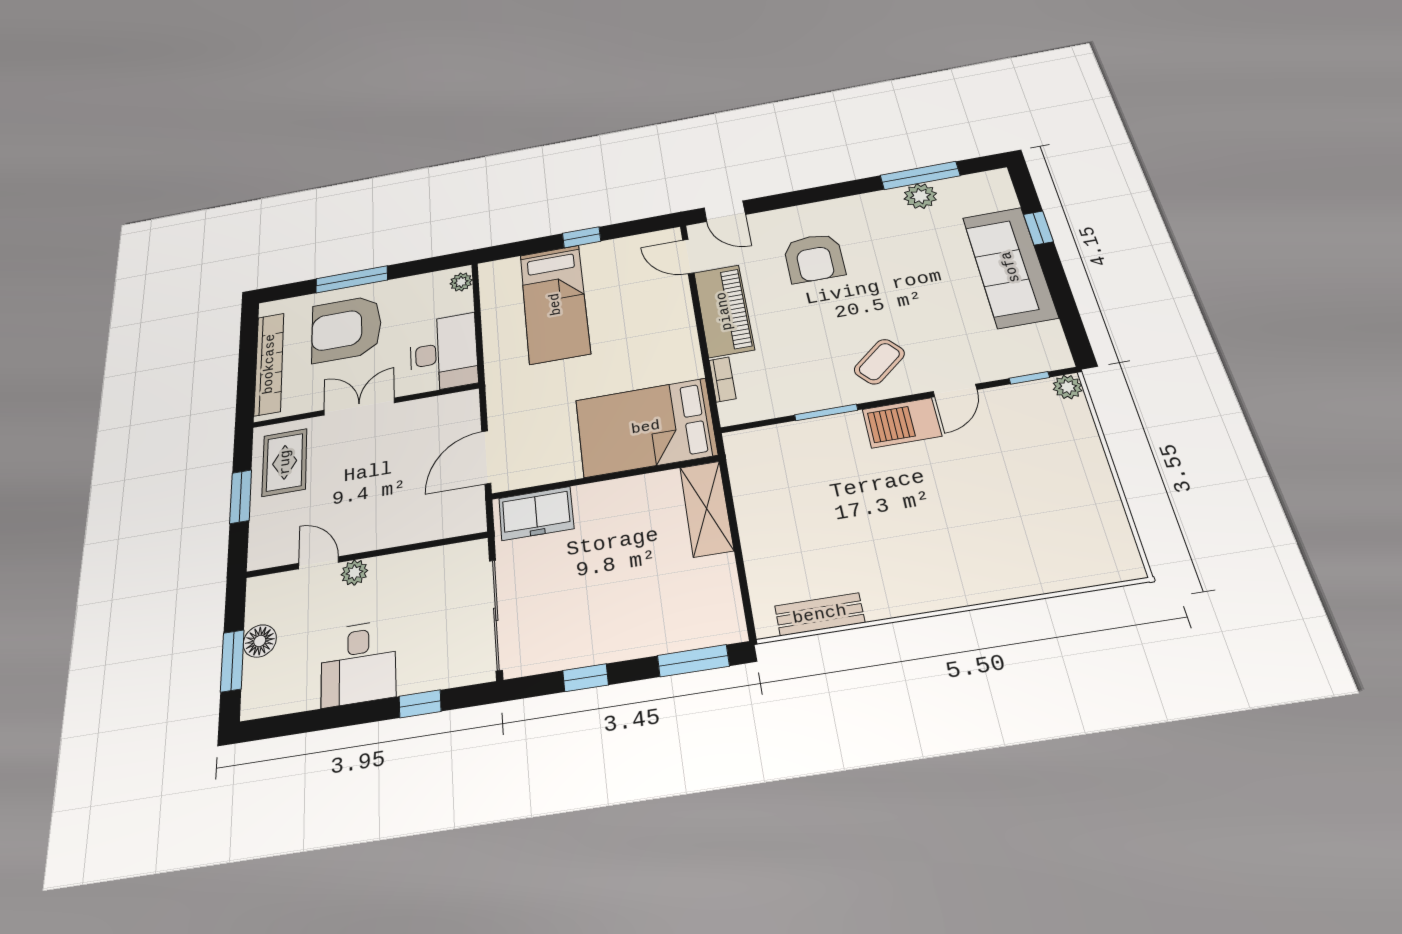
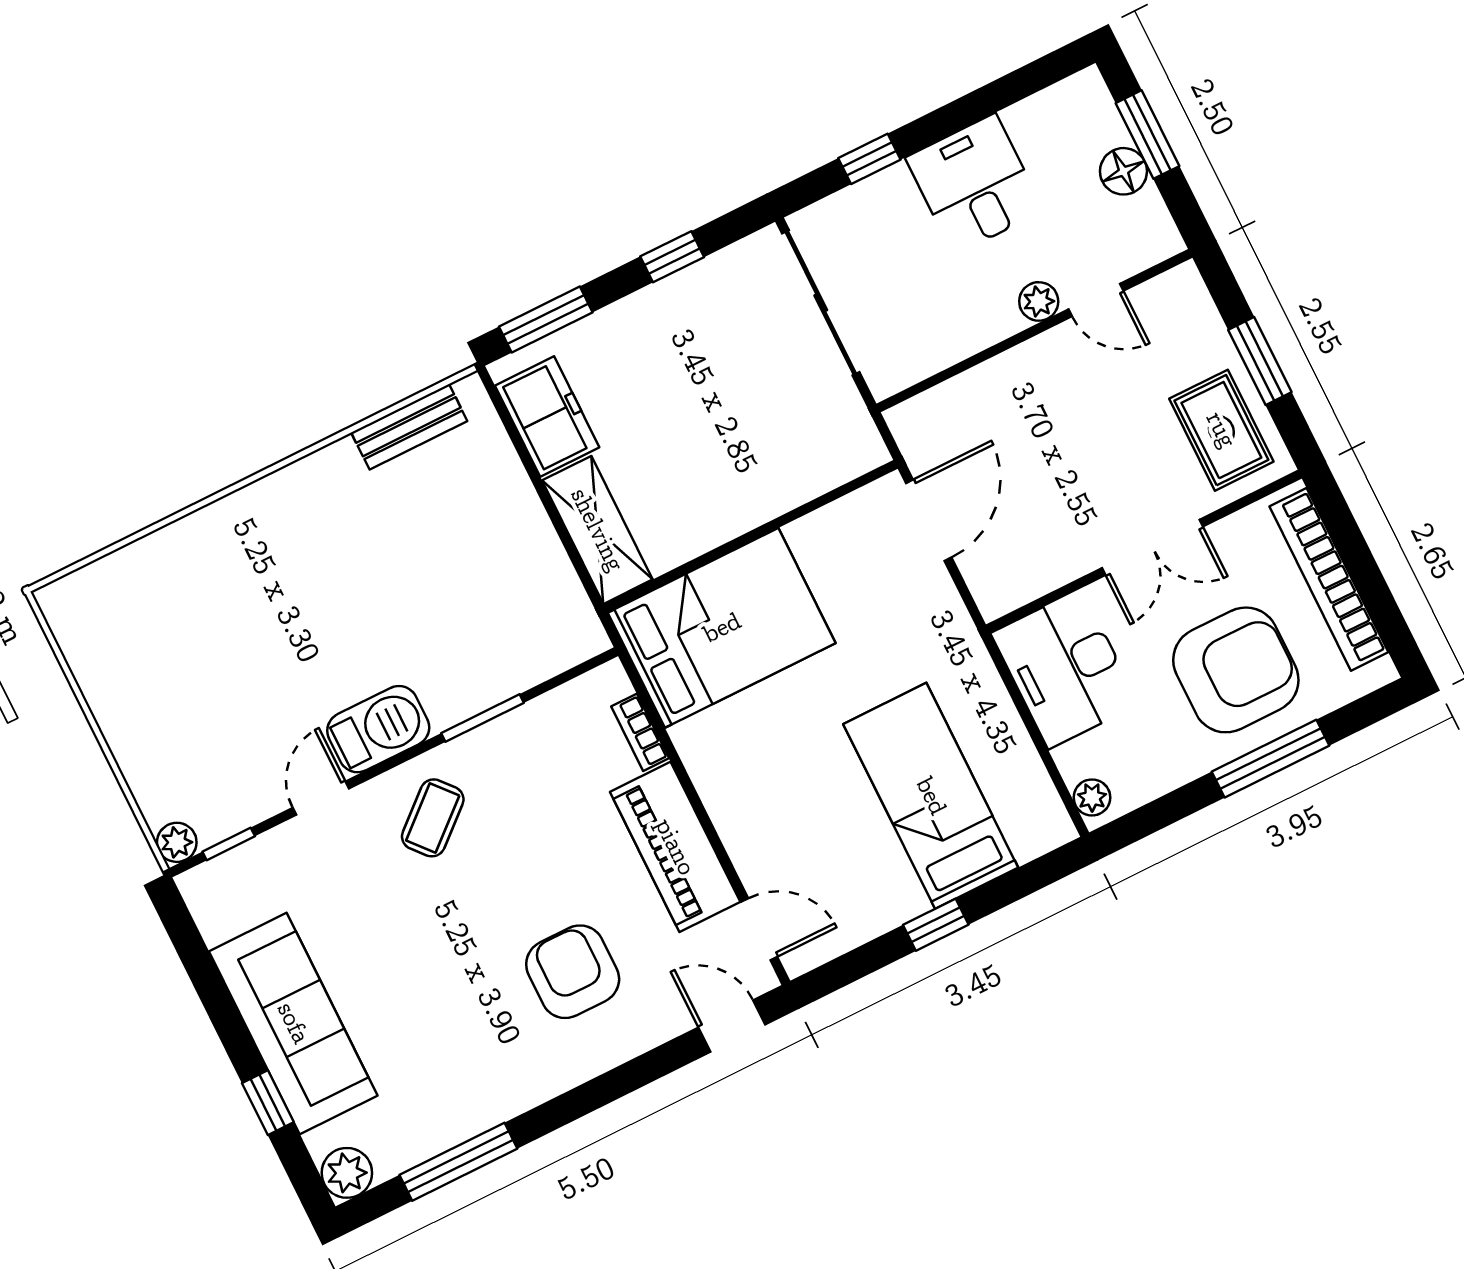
plant: (920, 196) -> (347, 1173), moved
freezer: (536, 513) -> (547, 417), moved, turned 90

